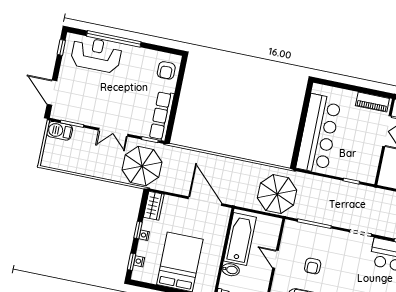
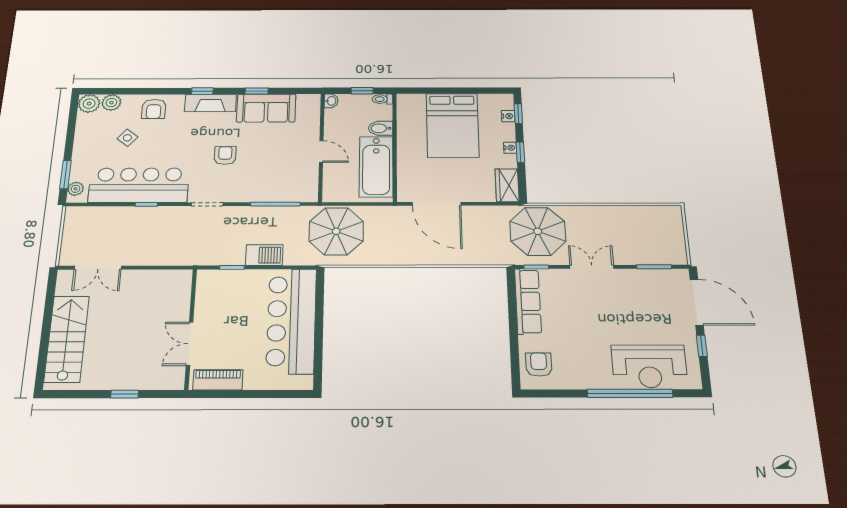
window: (61, 47) -> (702, 346), moved
door: (52, 93) -> (697, 302), width x1.36
barbecue: (60, 131) -> (264, 255), moved
armchair: (313, 266) -> (225, 155), moved

